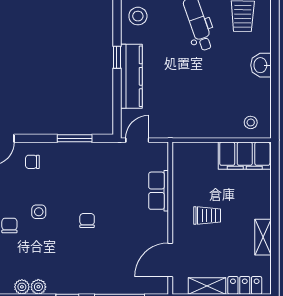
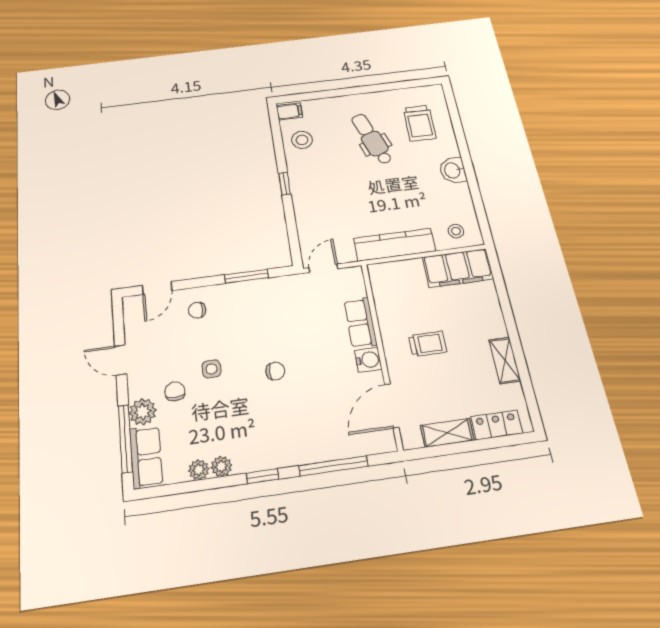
kitchen counter: (131, 76) -> (395, 245), moved, turned -90
chair: (87, 221) -> (275, 371), turned 90
water cooler: (159, 222) -> (368, 360), added

